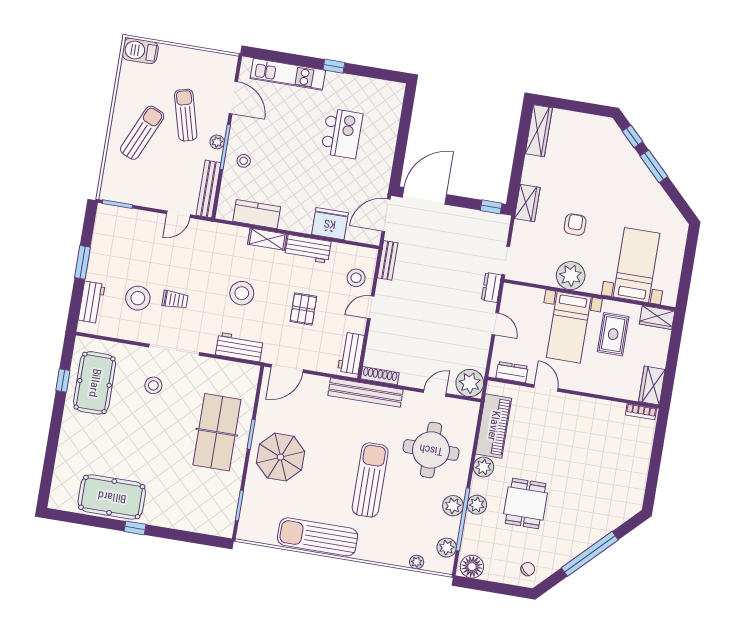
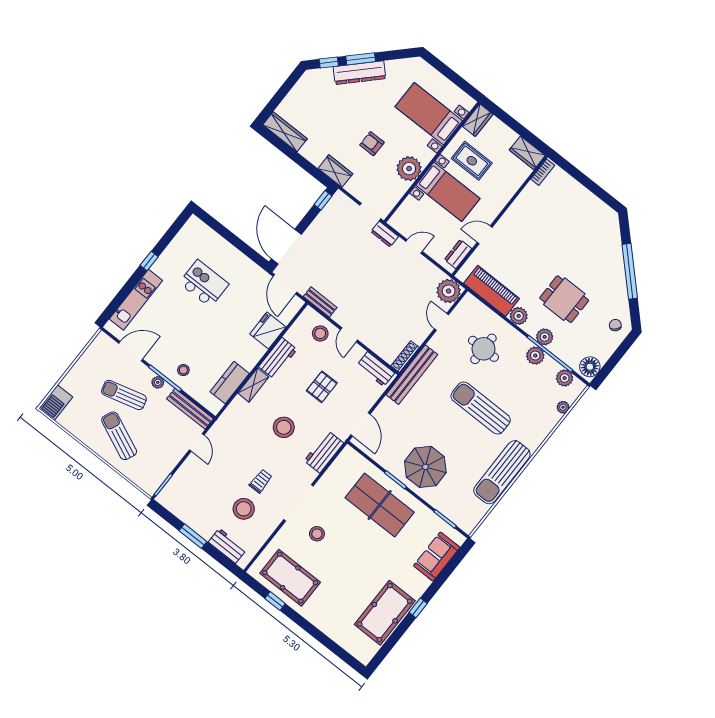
dresser: (639, 173) -> (360, 73), added
pallet: (303, 309) -> (322, 387), turned 90
round table: (431, 450) -> (483, 349), width x0.73, depth x0.73
sofa: (197, 518) -> (437, 557), added

